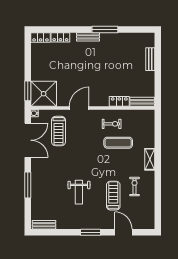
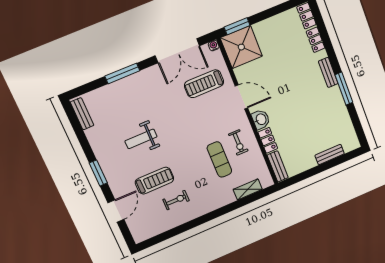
washbasin: (102, 101) -> (261, 119), added
shelving: (150, 159) -> (248, 189), moved

